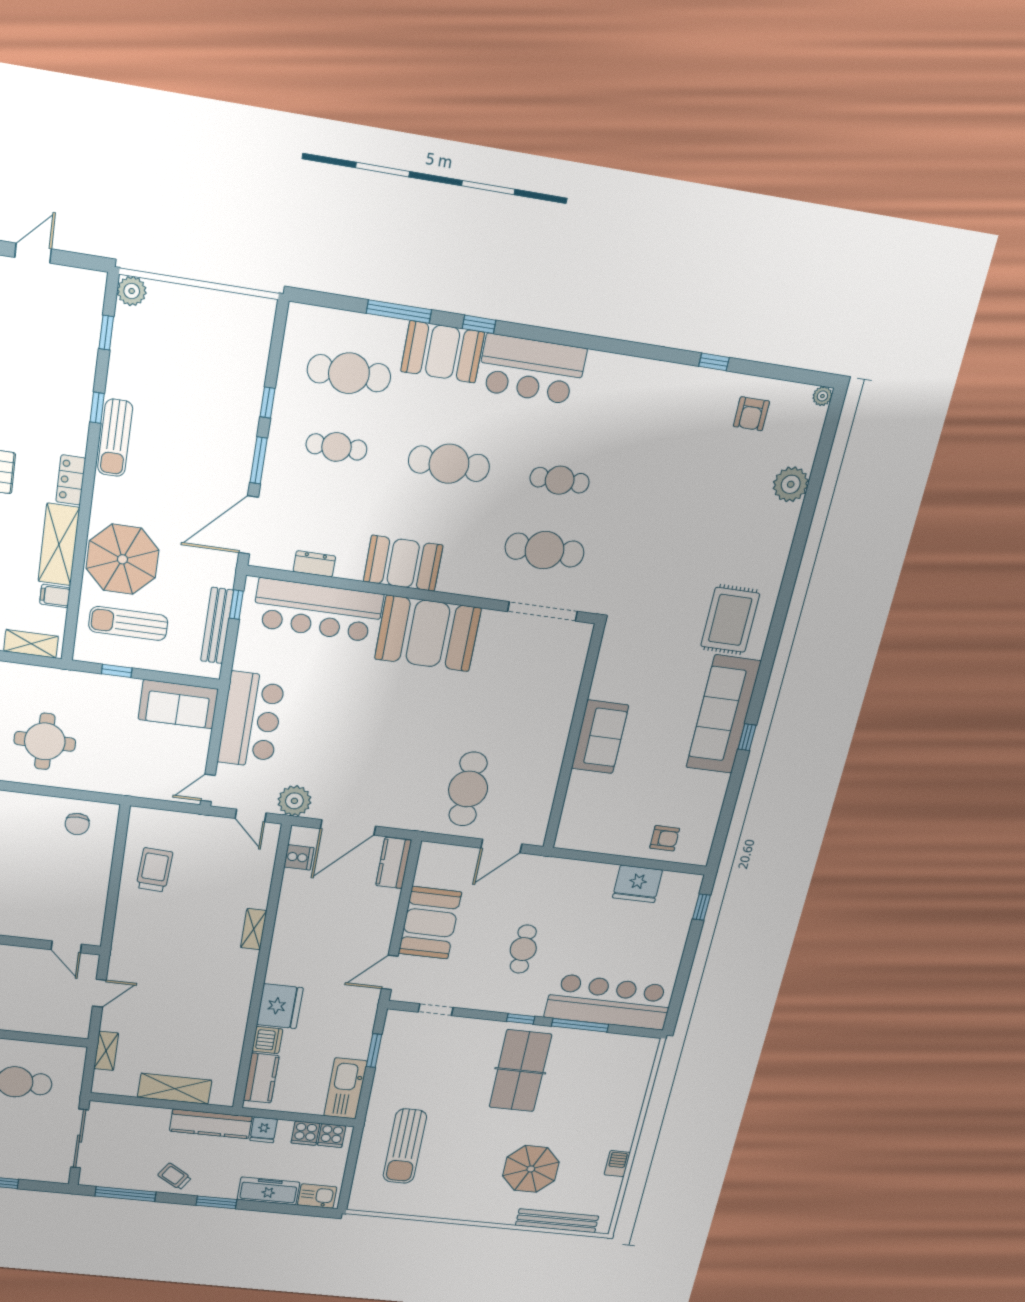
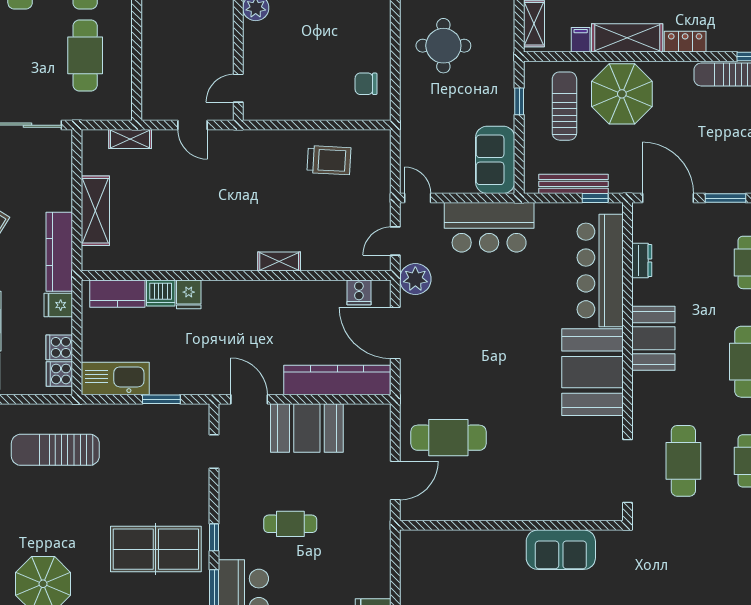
sofa: (600, 737) -> (561, 550), moved
door: (501, 846) -> (395, 481), swing flipped
kitchen counter: (394, 863) -> (337, 380), width x2.08, depth x1.17
fridge: (280, 1006) -> (189, 294), width x0.53, depth x0.75

